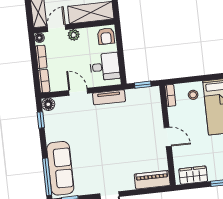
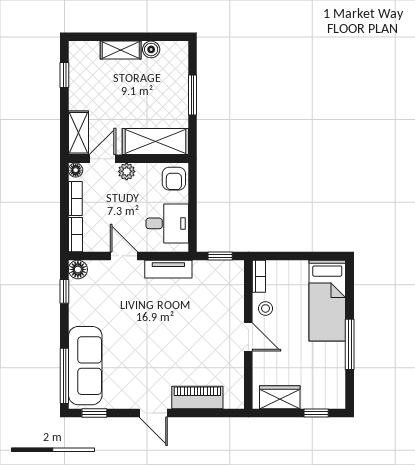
stool: (193, 95) -> (266, 308), moved
piano: (152, 180) -> (197, 397), moved

